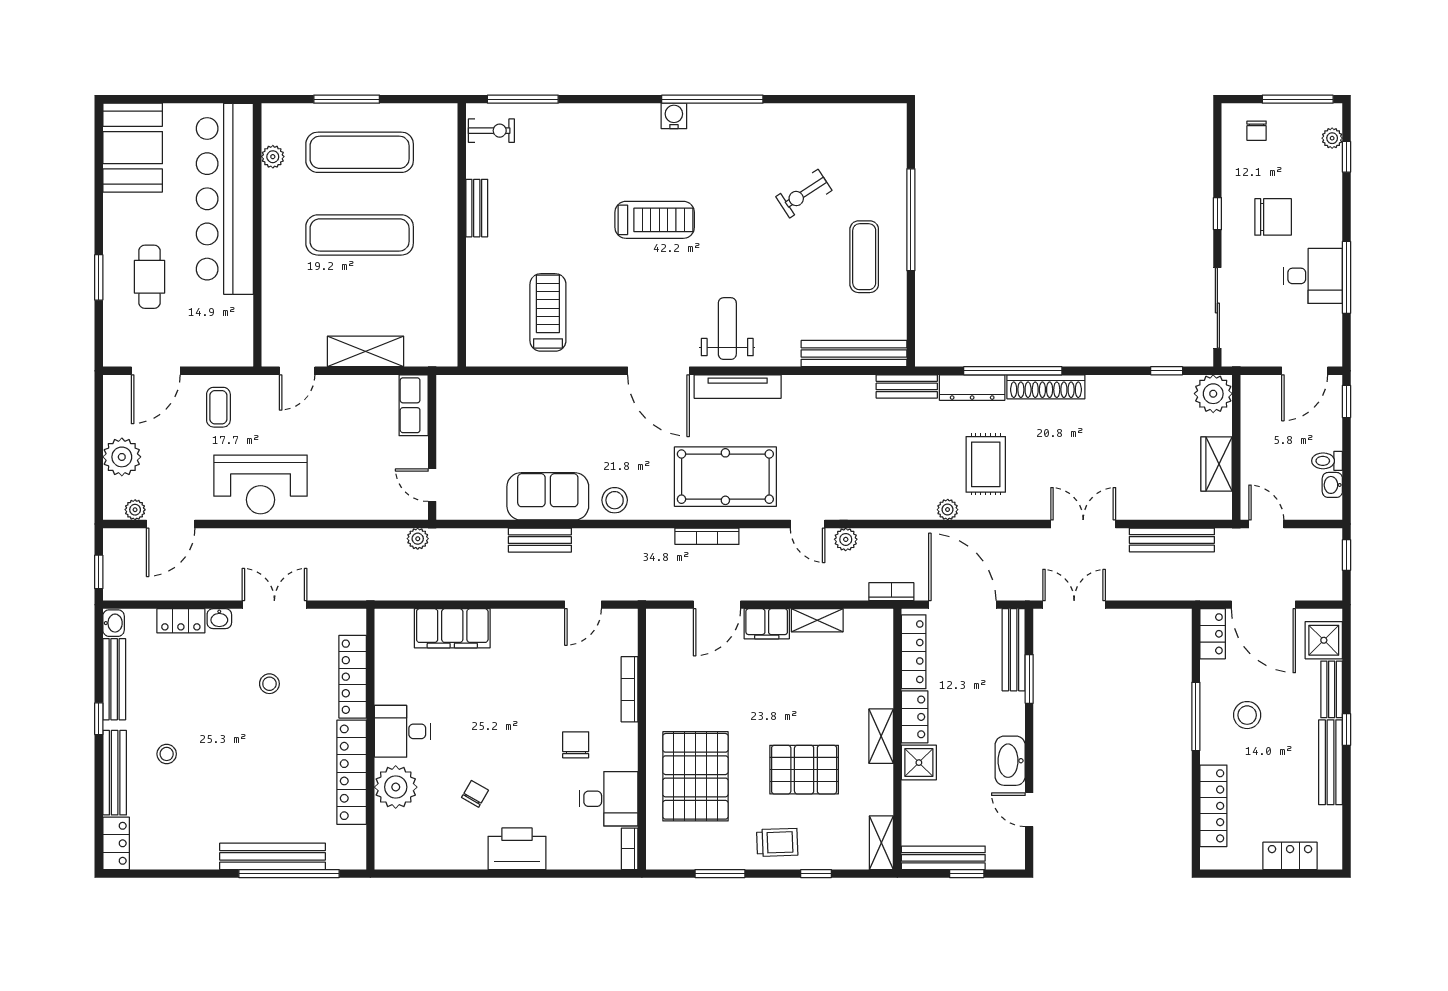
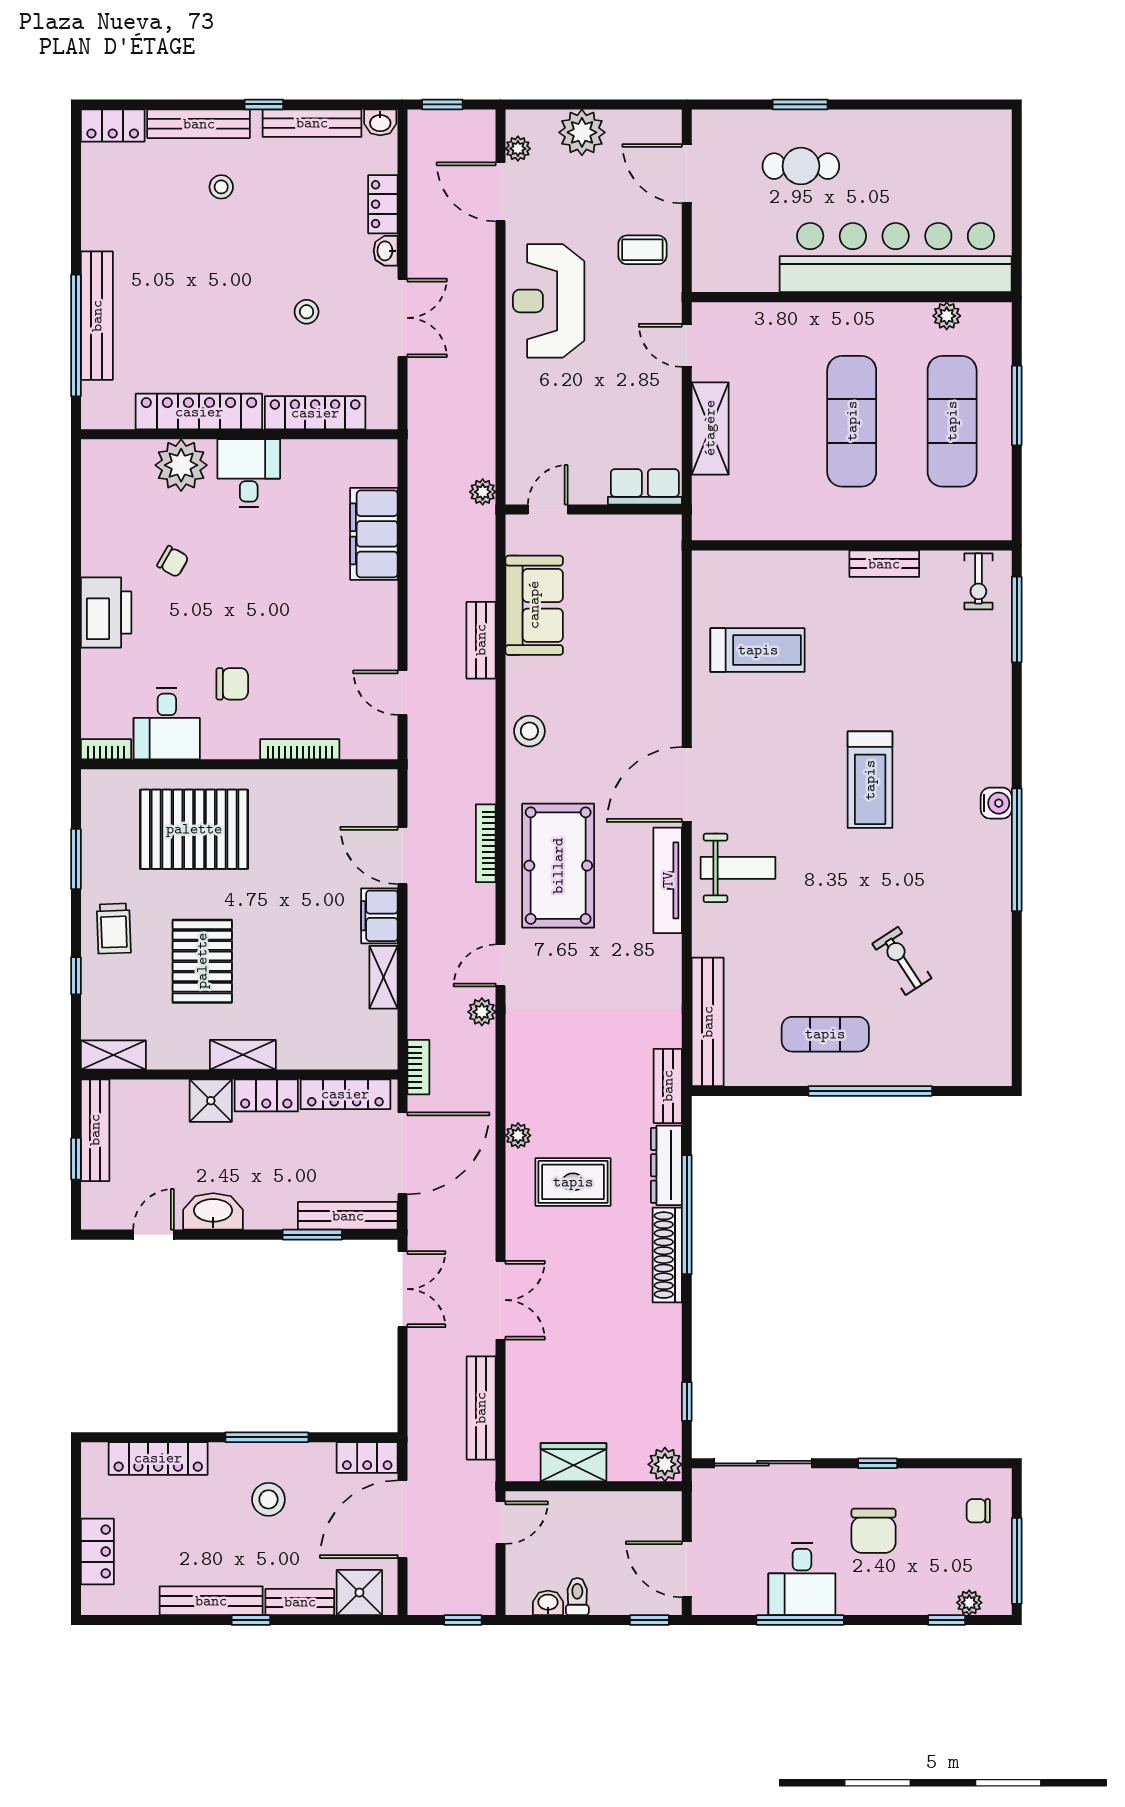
booth: (133, 148) -> (958, 146), removed
plant: (1213, 394) -> (665, 1464), width x0.73, depth x0.73
sofa: (548, 496) -> (534, 605), moved

